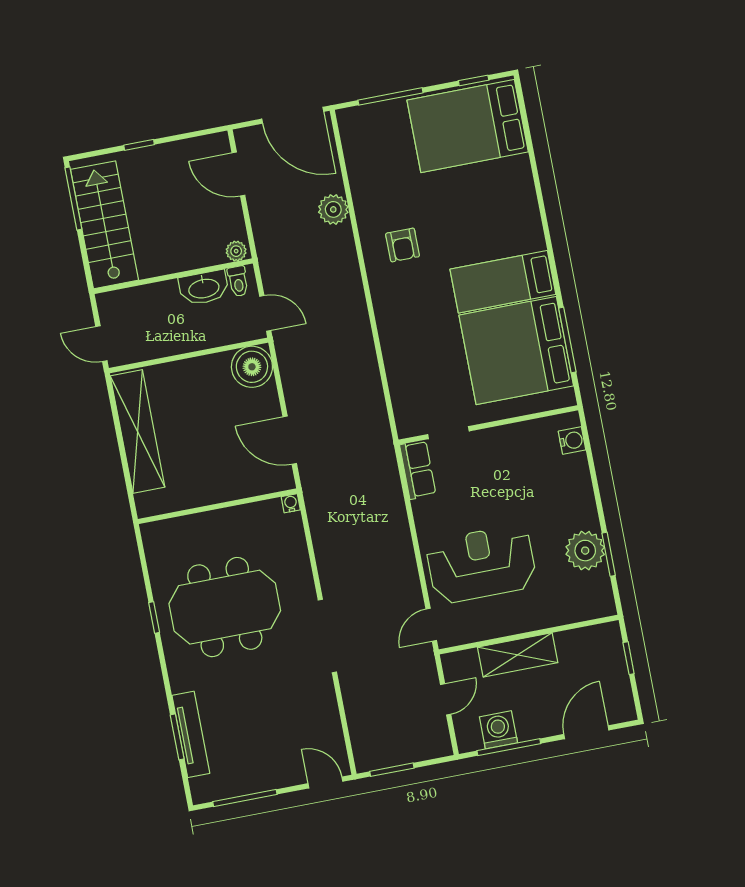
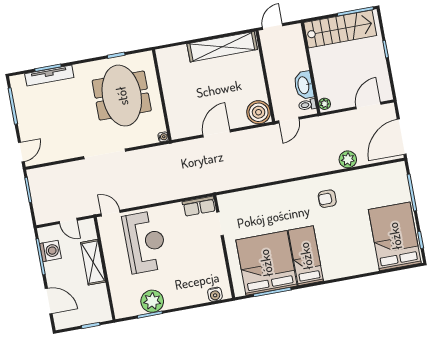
water cooler: (291, 503) -> (163, 137), moved
wall: (218, 506) -> (162, 95), moved

